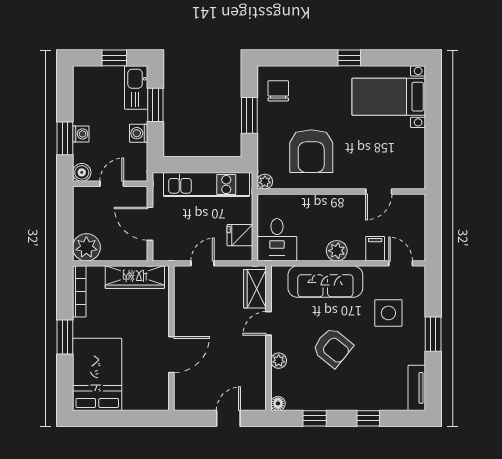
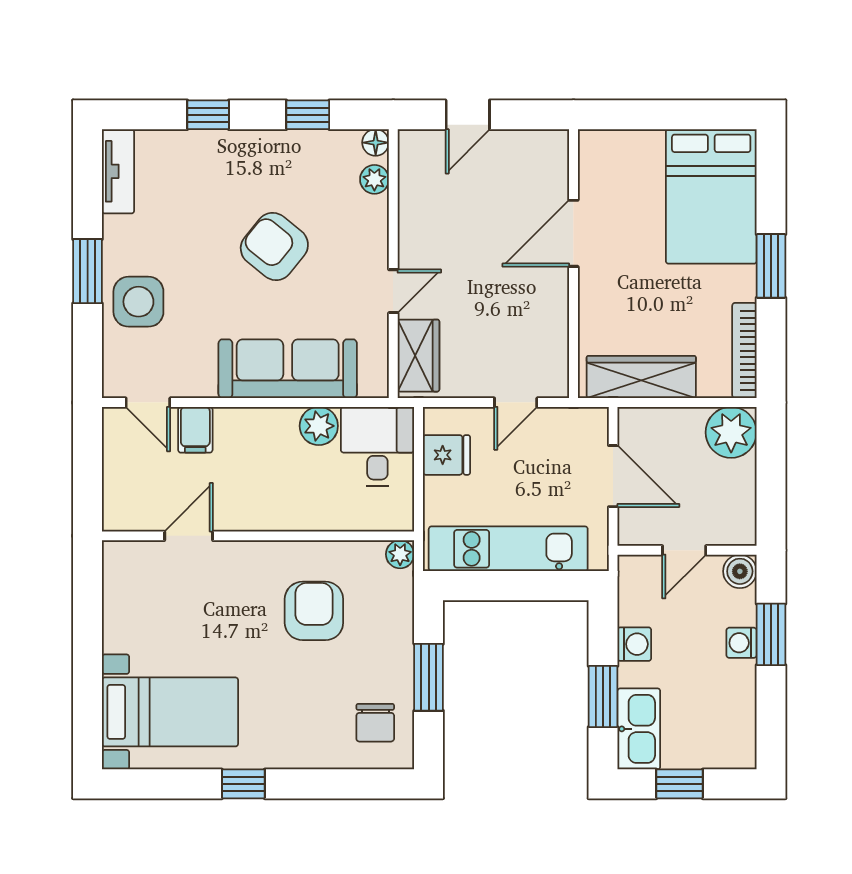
armchair: (311, 151) -> (314, 611), width x0.73, depth x0.73
plant: (337, 251) -> (319, 426), moved
side table: (388, 313) -> (138, 302), moved
plant: (279, 361) -> (374, 179), moved

